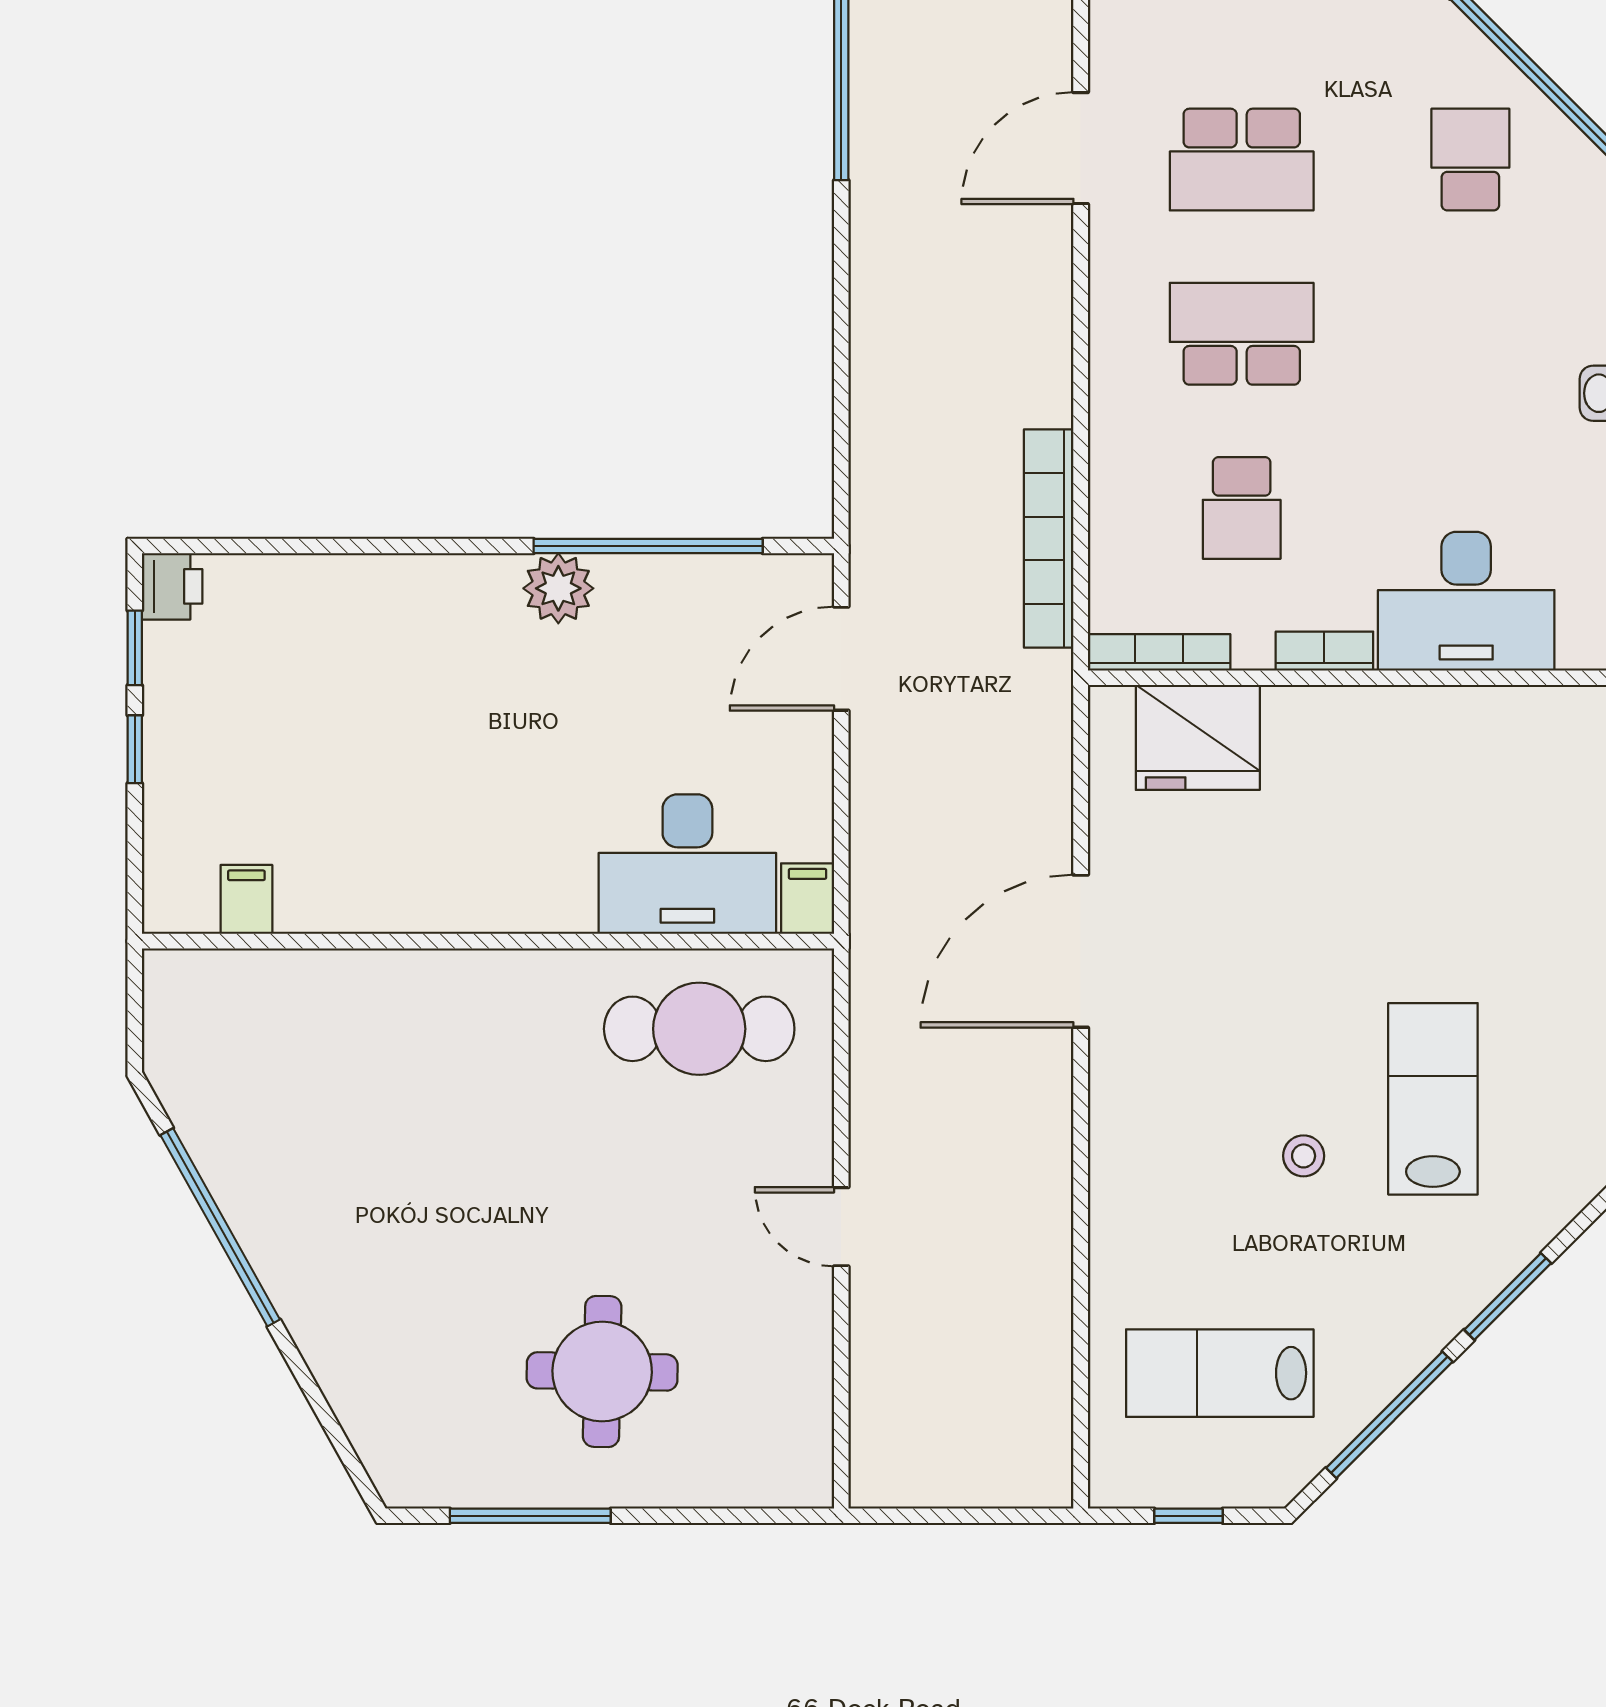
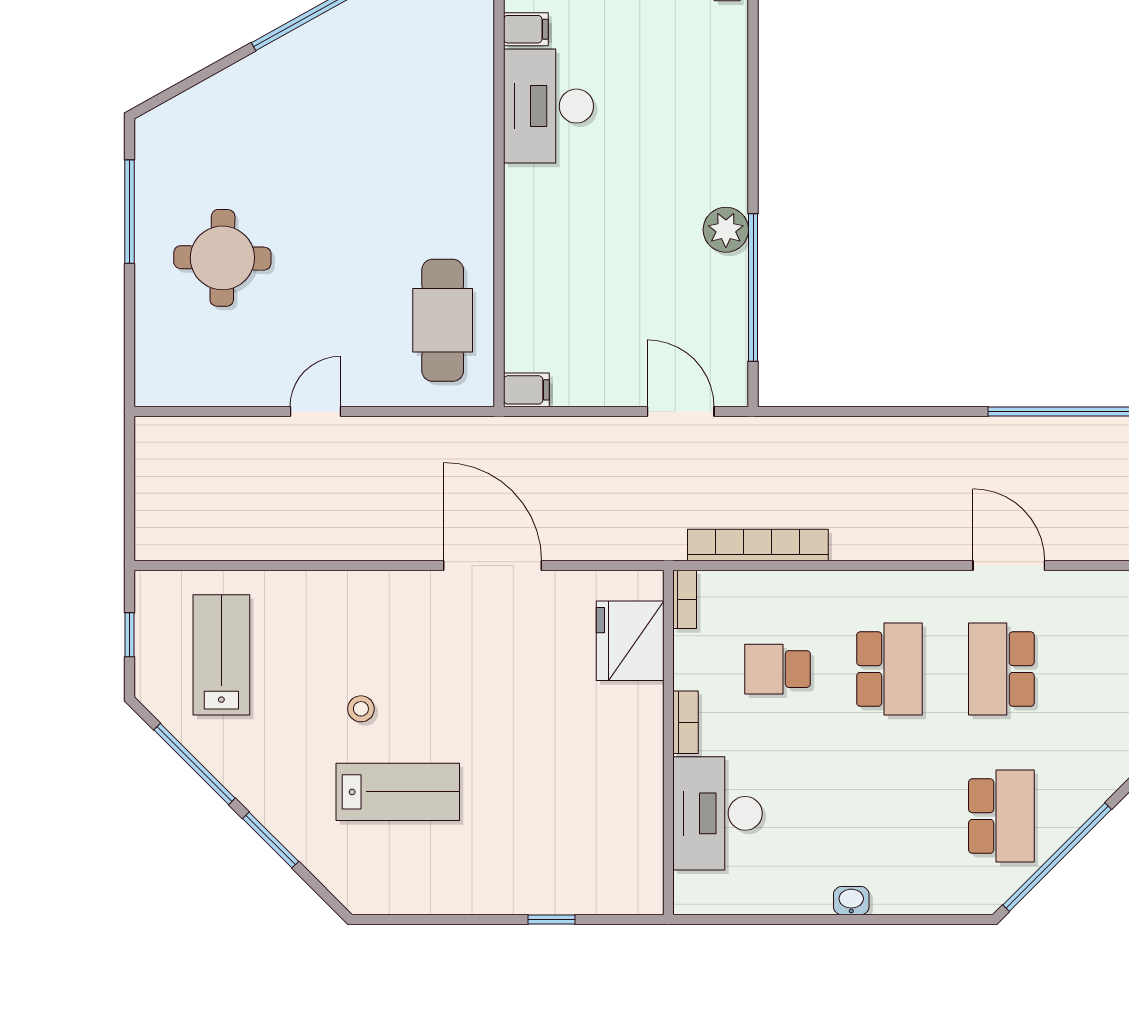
school desk: (1470, 160) -> (1001, 816), width x1.85
bookcase: (1159, 652) -> (685, 599), width x0.64
desk: (687, 864) -> (549, 106), moved

